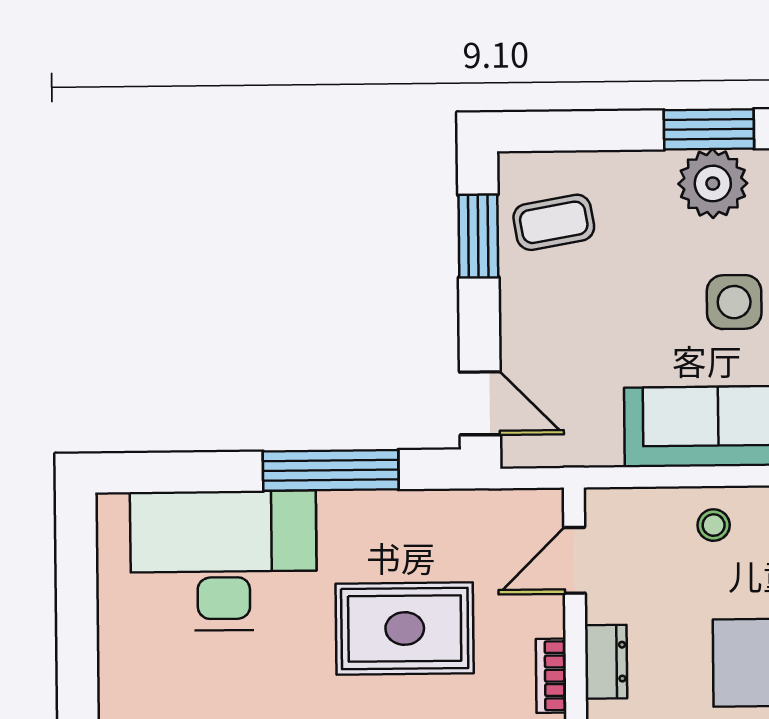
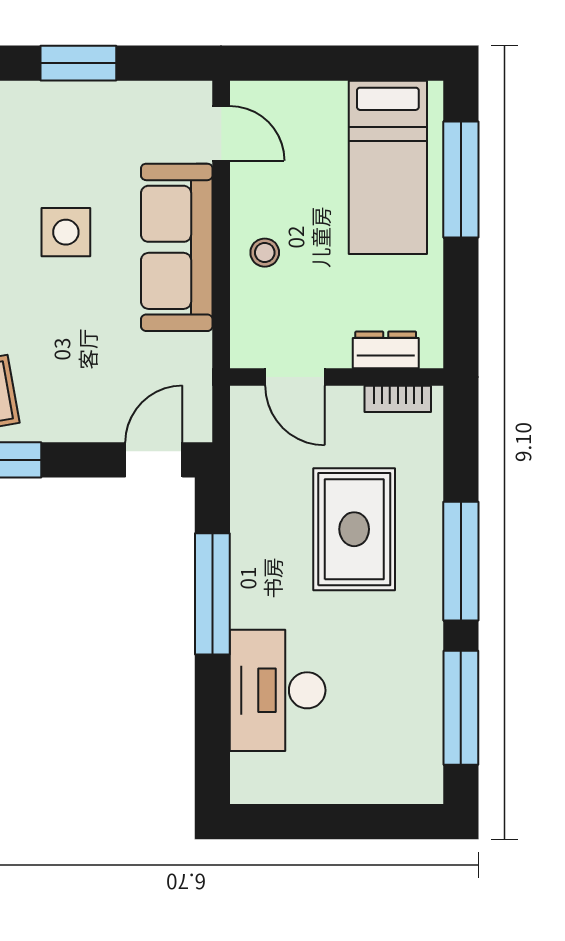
desk: (224, 561) -> (278, 690), width x0.73, depth x0.77

